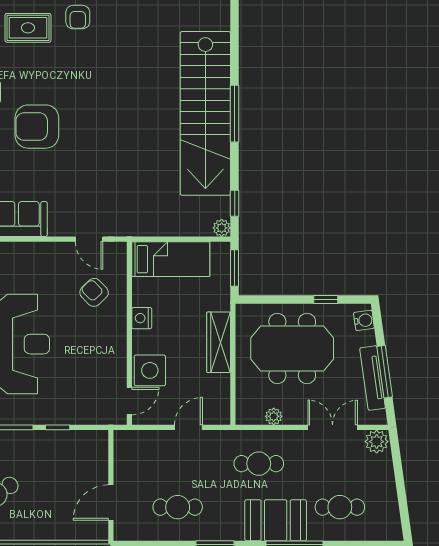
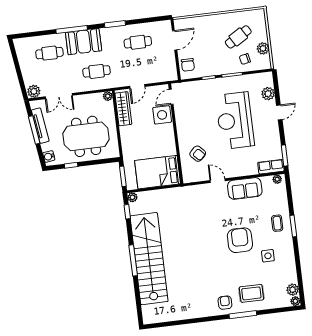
armchair: (37, 127) -> (240, 240), turned -90
door: (89, 239) -> (218, 181), moved
bed: (171, 259) -> (158, 172), width x1.50
nightstand: (142, 318) -> (170, 143), removed
wardrobe: (219, 342) -> (123, 109), moved
plant: (274, 416) -> (108, 96), moved
chair: (92, 455) -> (188, 65), added

